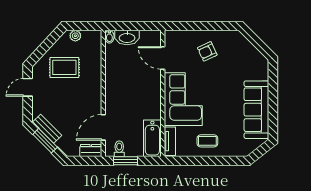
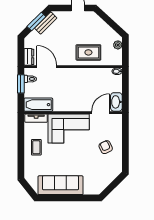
washbasin: (127, 38) -> (116, 102), moved
rug: (64, 67) -> (88, 52), moved, turned 90

